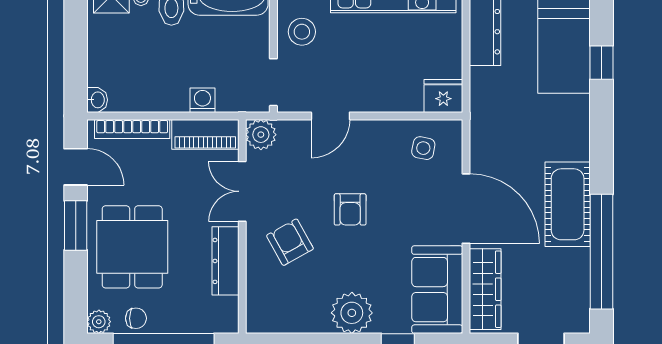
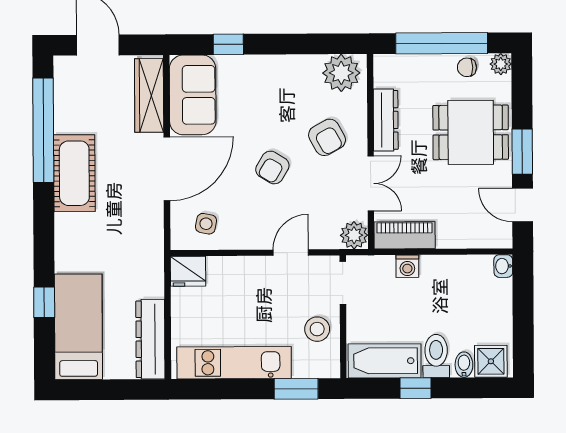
bookcase: (132, 129) -> (471, 240), removed
armchair: (350, 209) -> (272, 167), turned -149
door: (466, 209) -> (167, 169), swing flipped
dining table: (132, 247) -> (471, 132), turned 90
plant: (352, 313) -> (341, 73), moved

